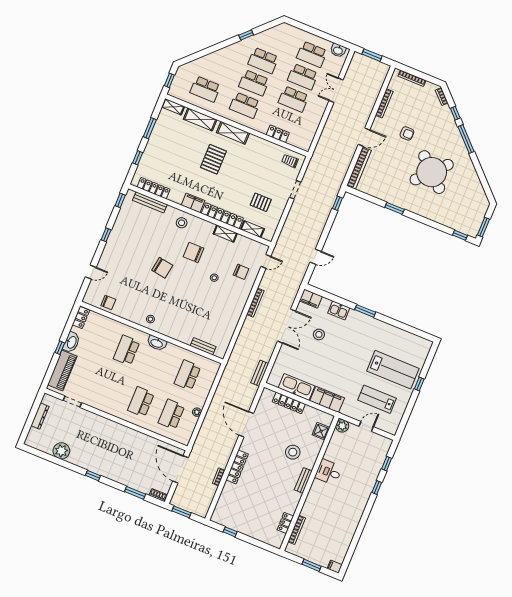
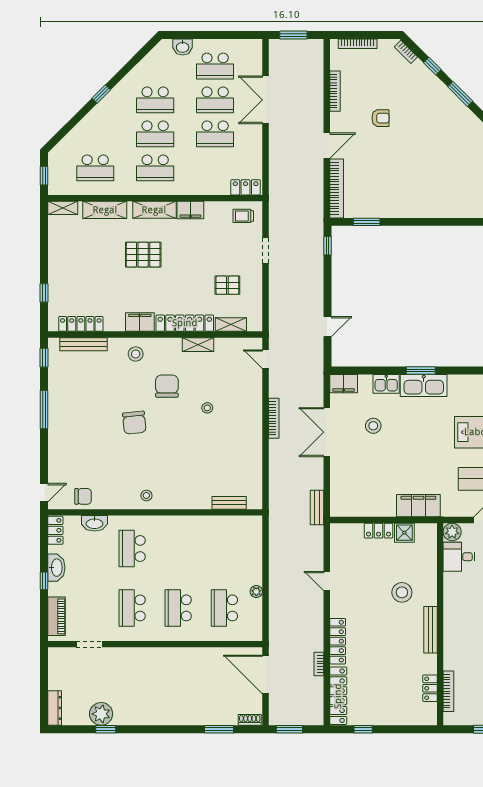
window: (246, 35) -> (101, 94), moved
washbasin: (338, 50) -> (183, 47), moved
double door: (336, 90) -> (265, 100), width x1.37
window: (150, 128) -> (44, 248), removed
locker: (278, 134) -> (246, 187), moved
window: (466, 139) -> (460, 94), width x0.69
filing cabinet: (257, 143) -> (190, 210), added
pallet: (213, 159) -> (143, 255), turned 90
round table: (432, 172) -> (433, 155), removed
window: (395, 208) -> (367, 222), moved
window: (106, 235) -> (44, 410), width x2.17
chair: (193, 253) -> (167, 386), turned 90
door: (266, 261) -> (265, 359), swing flipped
chair: (162, 268) -> (134, 423), turned 75
door: (91, 272) -> (44, 493), moved
chair: (241, 272) -> (239, 386), removed
double door: (287, 326) -> (327, 432), swing flipped
washbasin: (157, 343) -> (94, 523), moved
piano: (62, 371) -> (57, 616), width x0.73, depth x0.75
school desk: (187, 375) -> (132, 608), moved
kitchen sink: (297, 387) -> (424, 386), moved, turned 180
locker: (289, 403) -> (379, 531), width x0.66
dresser: (40, 416) -> (55, 708), moved
door: (246, 424) -> (327, 581), width x0.53
shower: (321, 431) -> (404, 533), moved
desk: (329, 472) -> (459, 557), moved
window: (93, 476) -> (106, 729), moved
bench: (303, 480) -> (431, 630), width x1.36
locker: (223, 503) -> (338, 696), added

